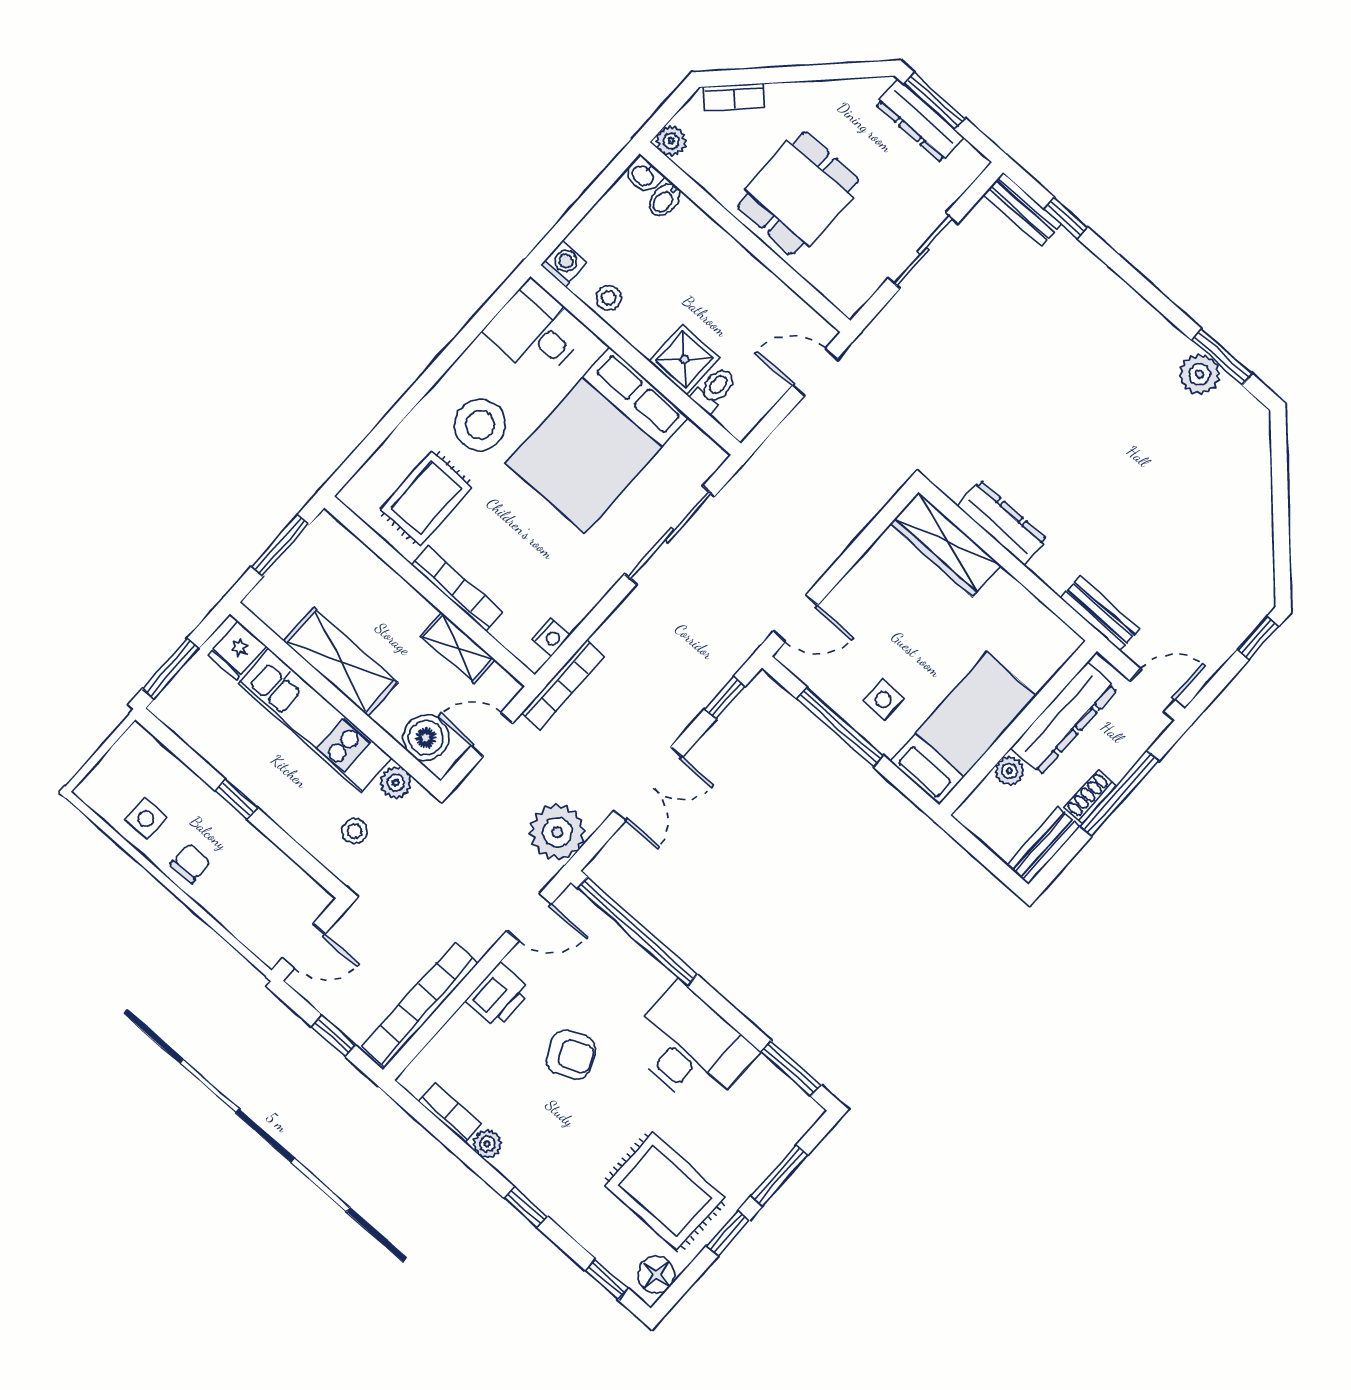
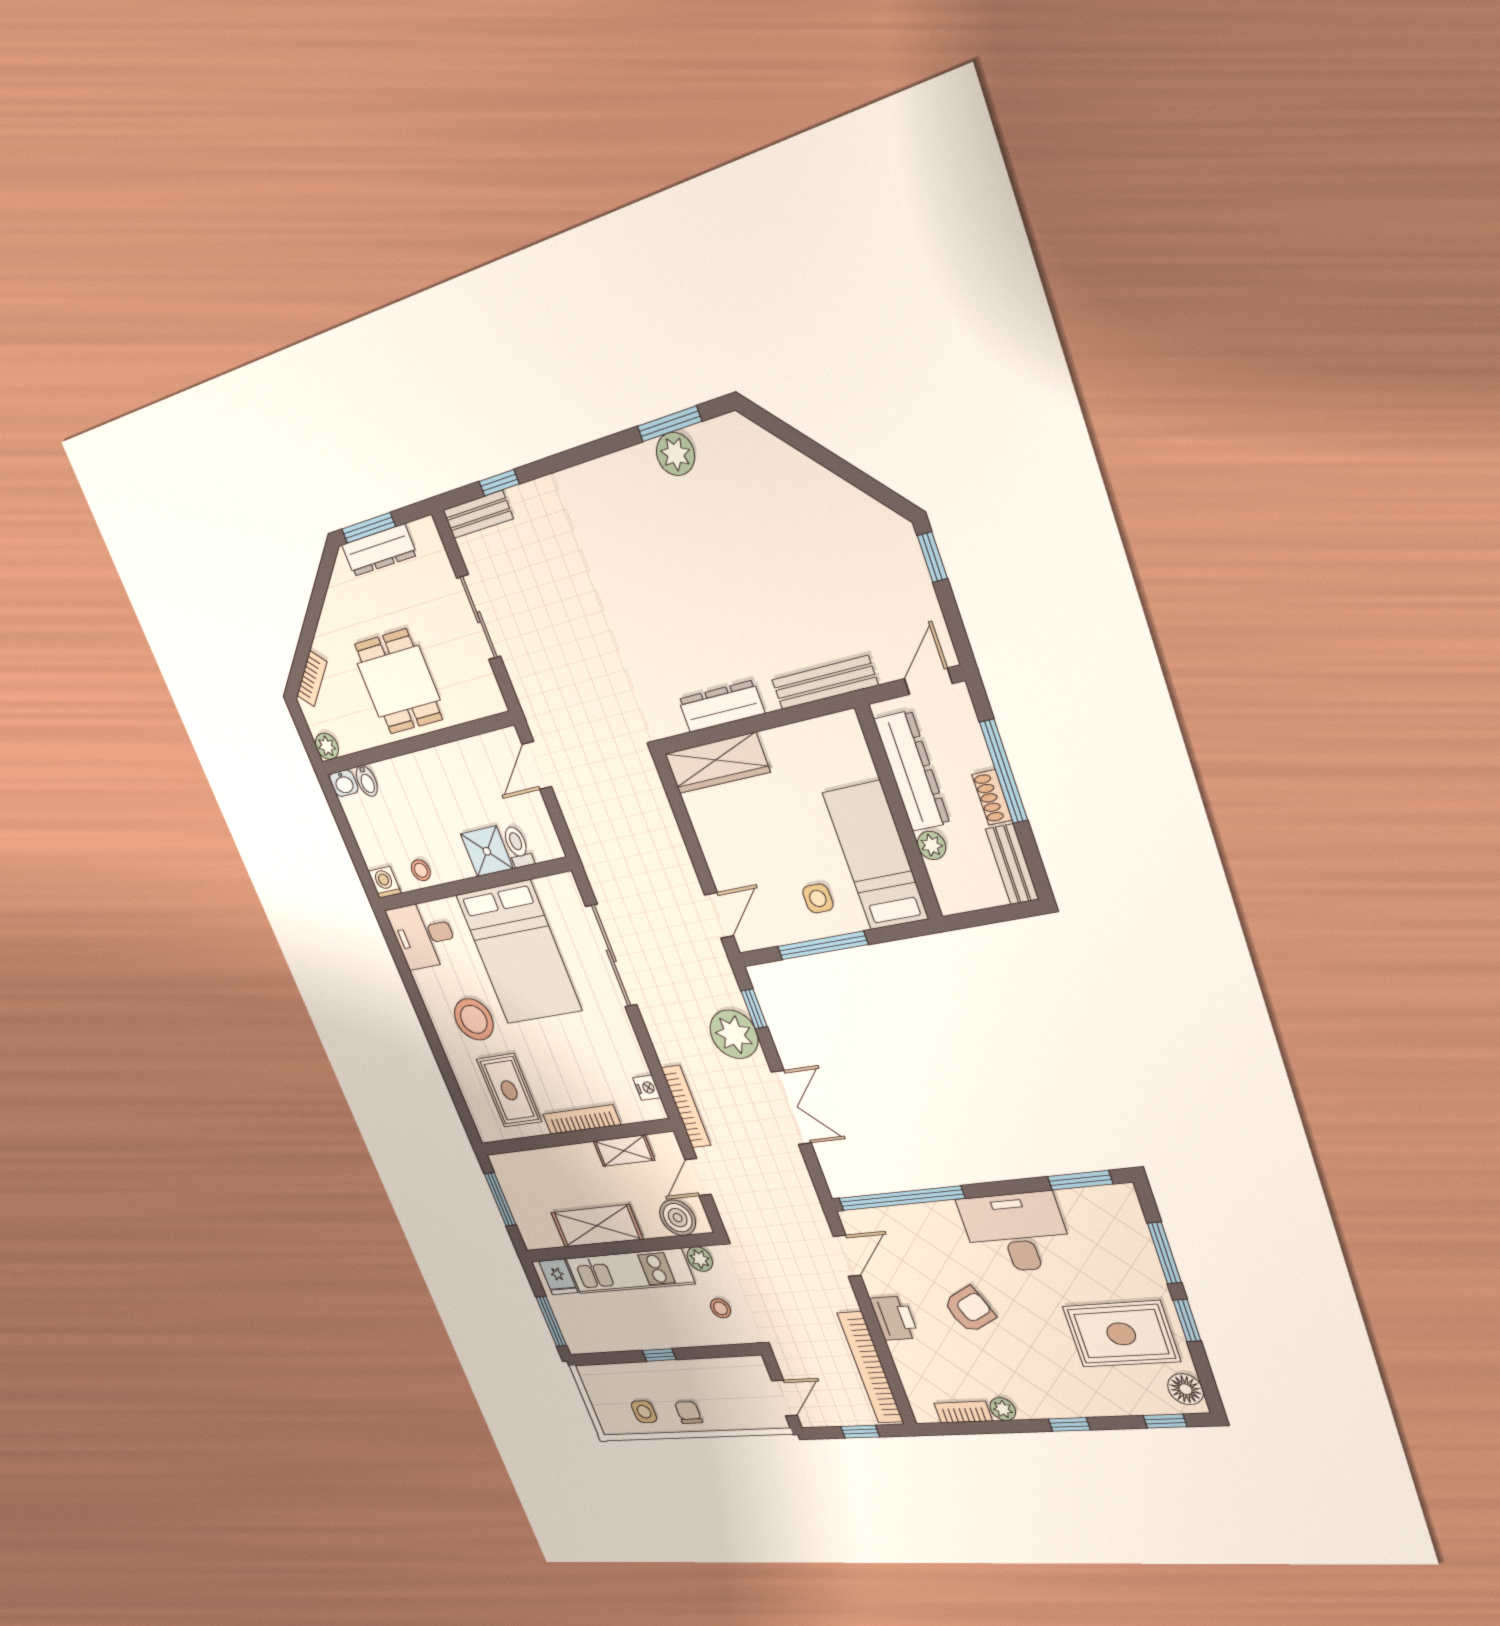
bench: (1100, 613) -> (825, 683), width x1.36
plant: (557, 832) -> (734, 1034), moved

